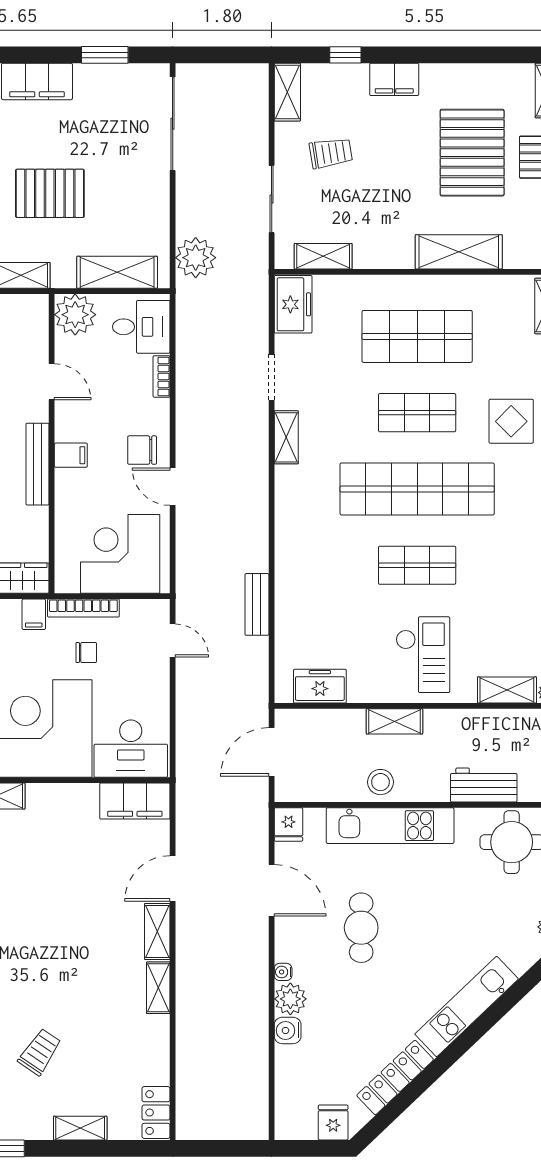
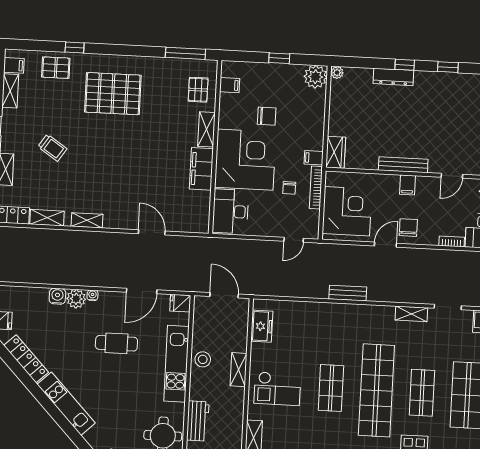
bench: (257, 604) -> (348, 293), moved
filing cabinet: (135, 801) -> (201, 169), moved
shelving: (157, 932) -> (47, 218), moved

